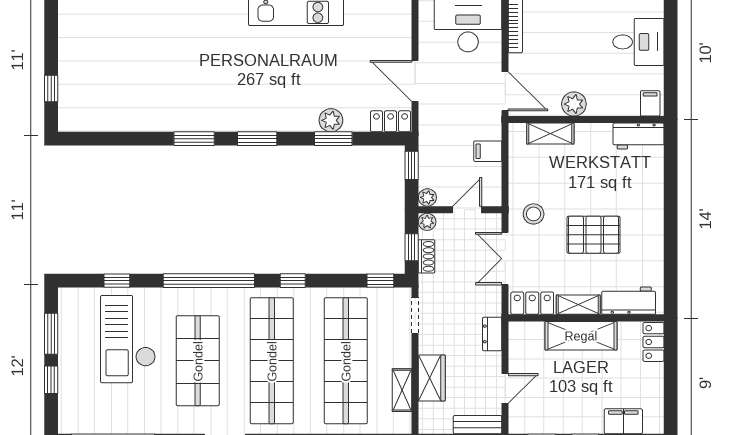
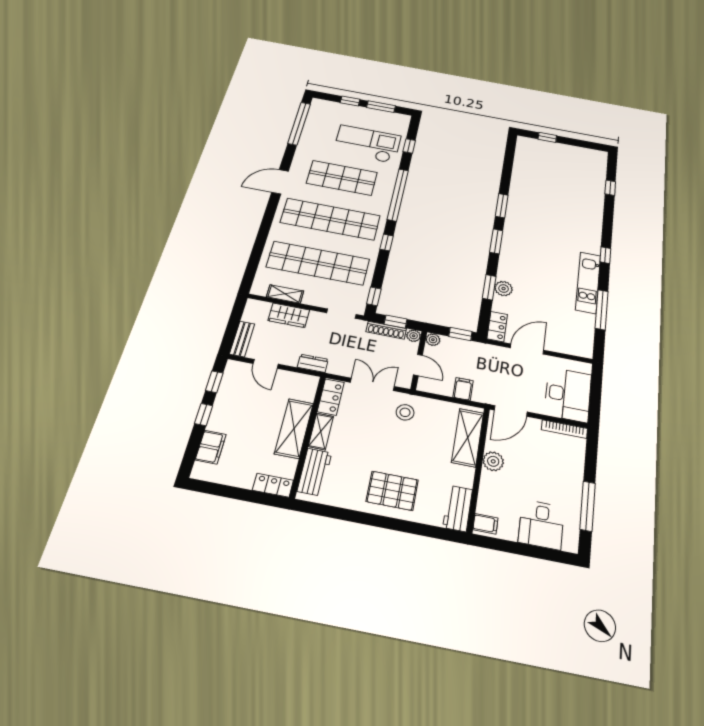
shelving: (550, 134) -> (468, 438), width x1.50, depth x1.33
pallet: (593, 235) -> (392, 491), moved, turned 90
shoe rack: (427, 256) -> (386, 330), width x1.43

